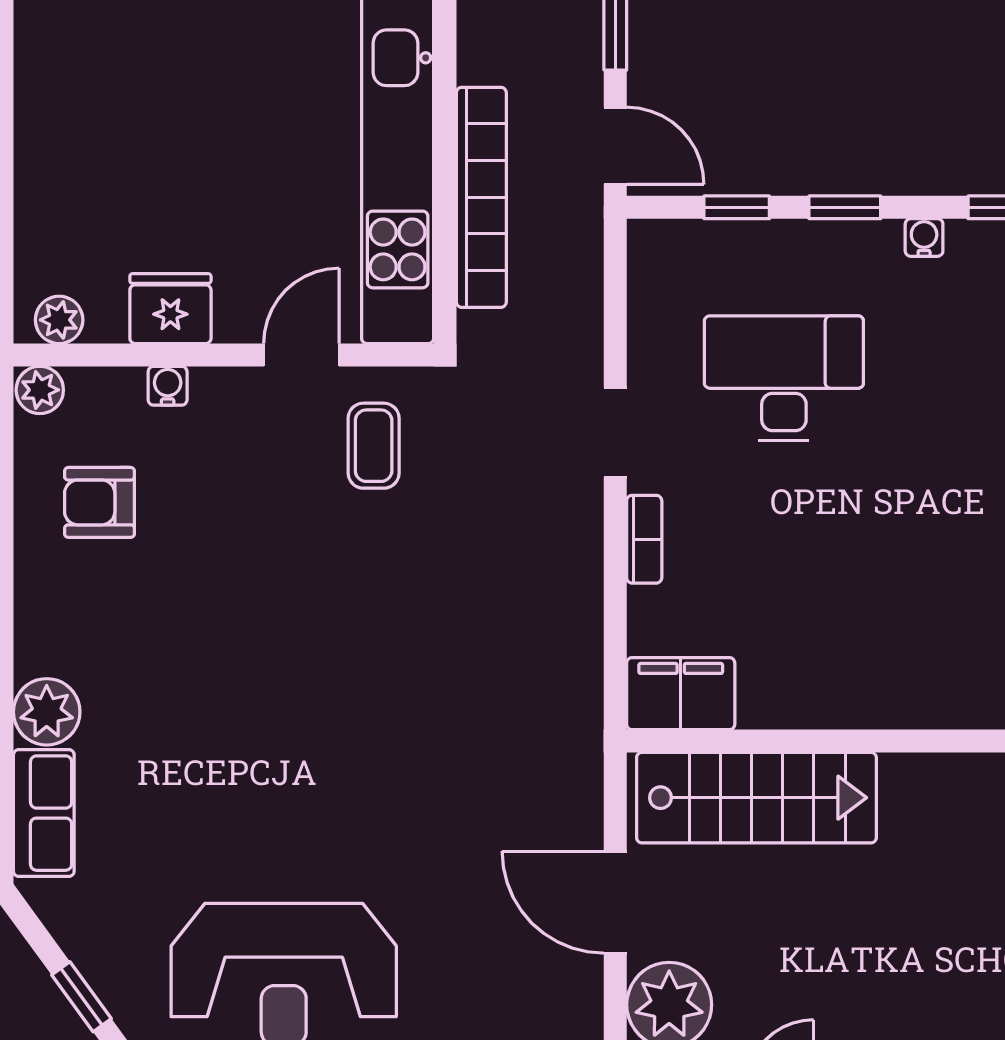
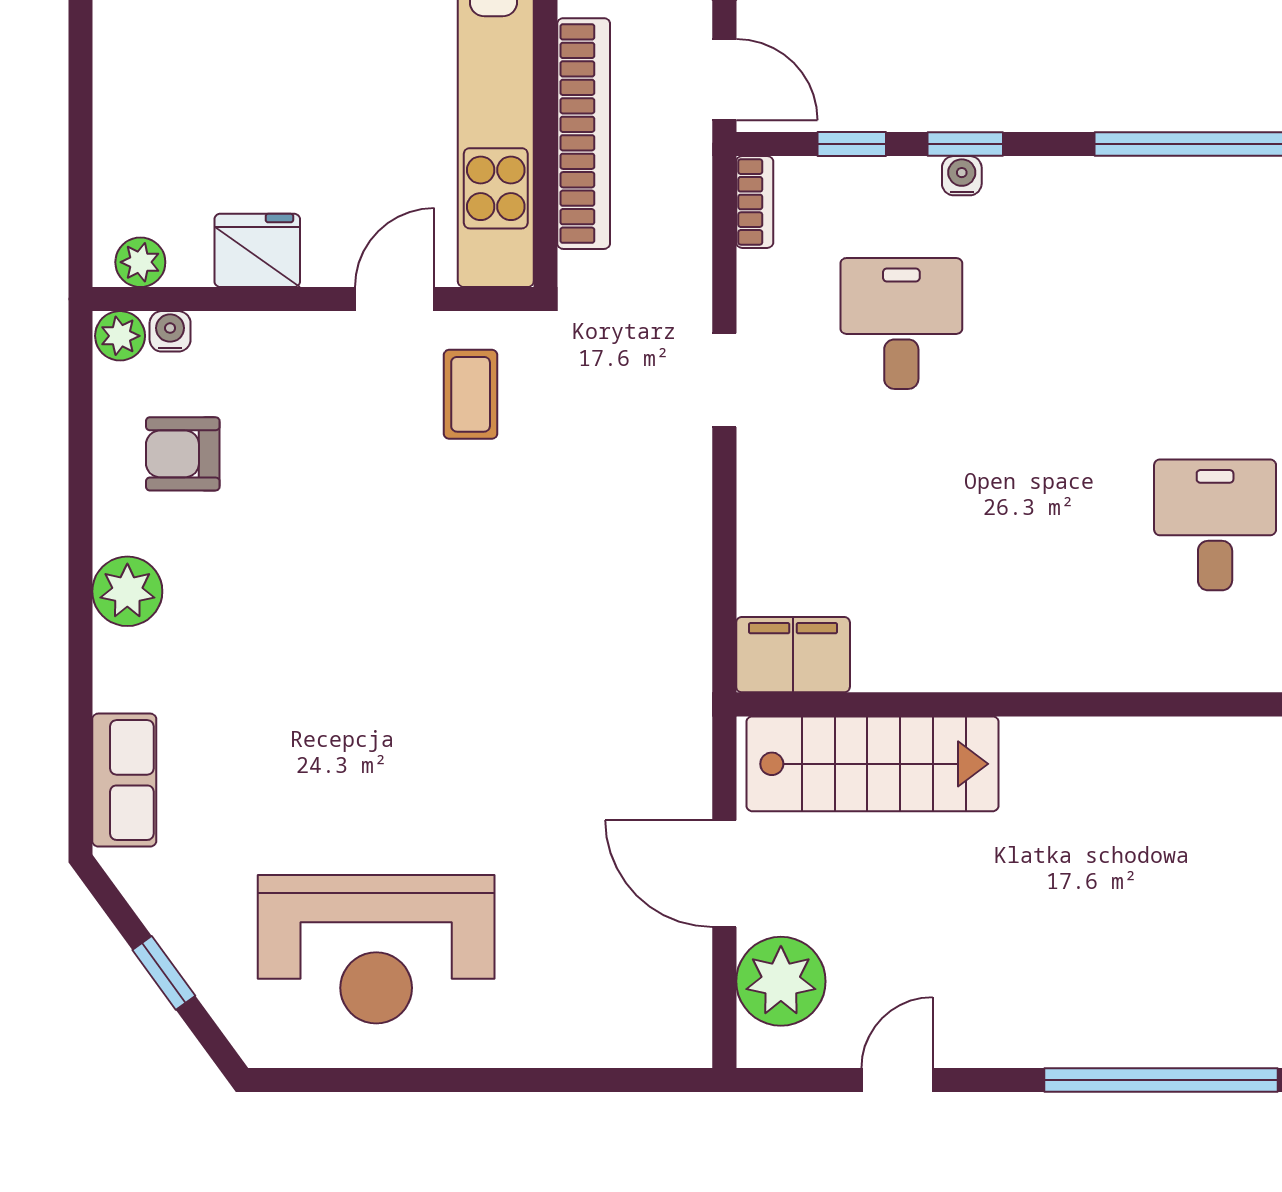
water cooler: (924, 237) -> (962, 176), moved
desk: (784, 378) -> (901, 324), width x0.73
water cooler: (168, 386) -> (170, 331), moved
bookcase: (644, 539) -> (755, 202), moved
plant: (47, 712) -> (127, 591), moved

